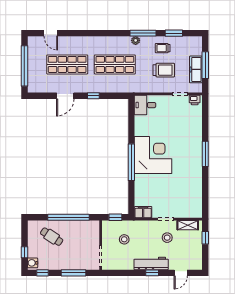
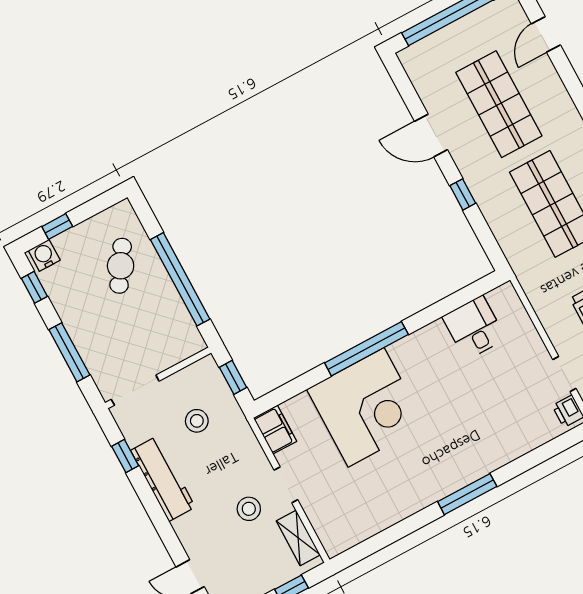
desk: (145, 105) -> (474, 328), moved
corner desk: (153, 155) -> (366, 407), moved
workbench: (151, 263) -> (163, 479), moved
window: (152, 273) -> (125, 456), moved

